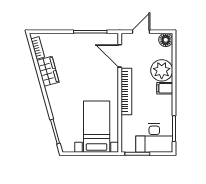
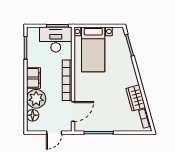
floor lamp: (166, 40) -> (33, 115), moved
door: (120, 56) -> (73, 111), hinge flipped
filing cabinet: (165, 88) -> (34, 78), width x2.00
desk: (154, 138) -> (56, 40), moved

